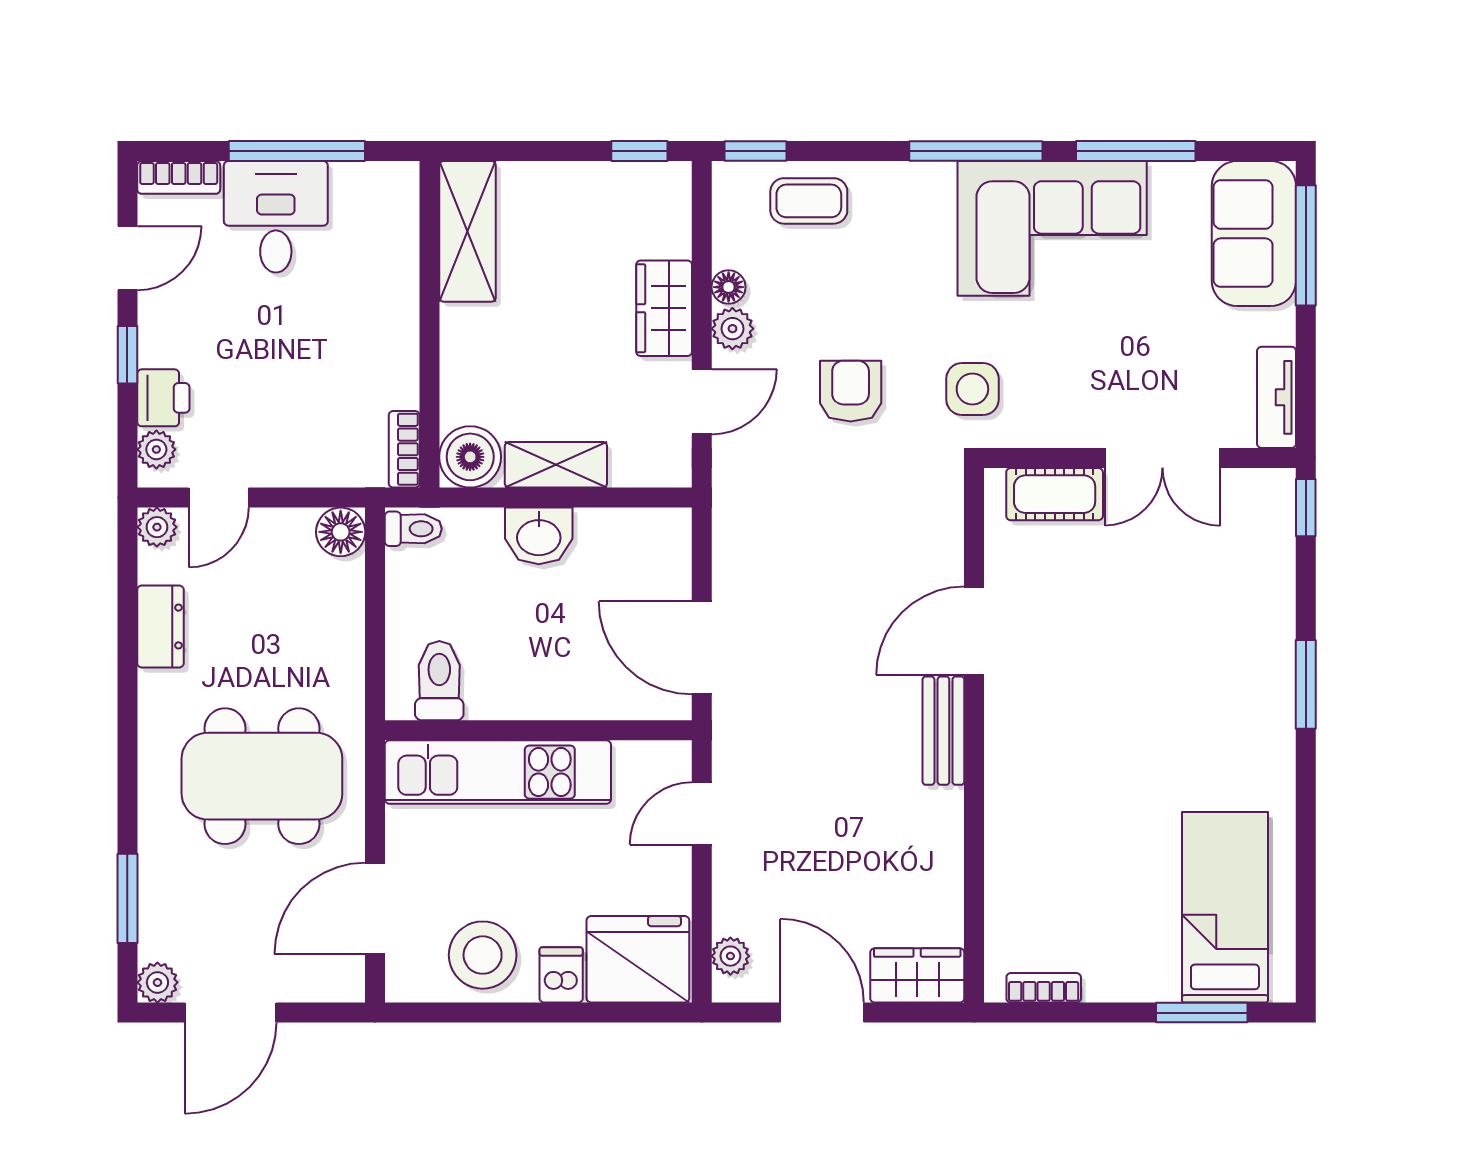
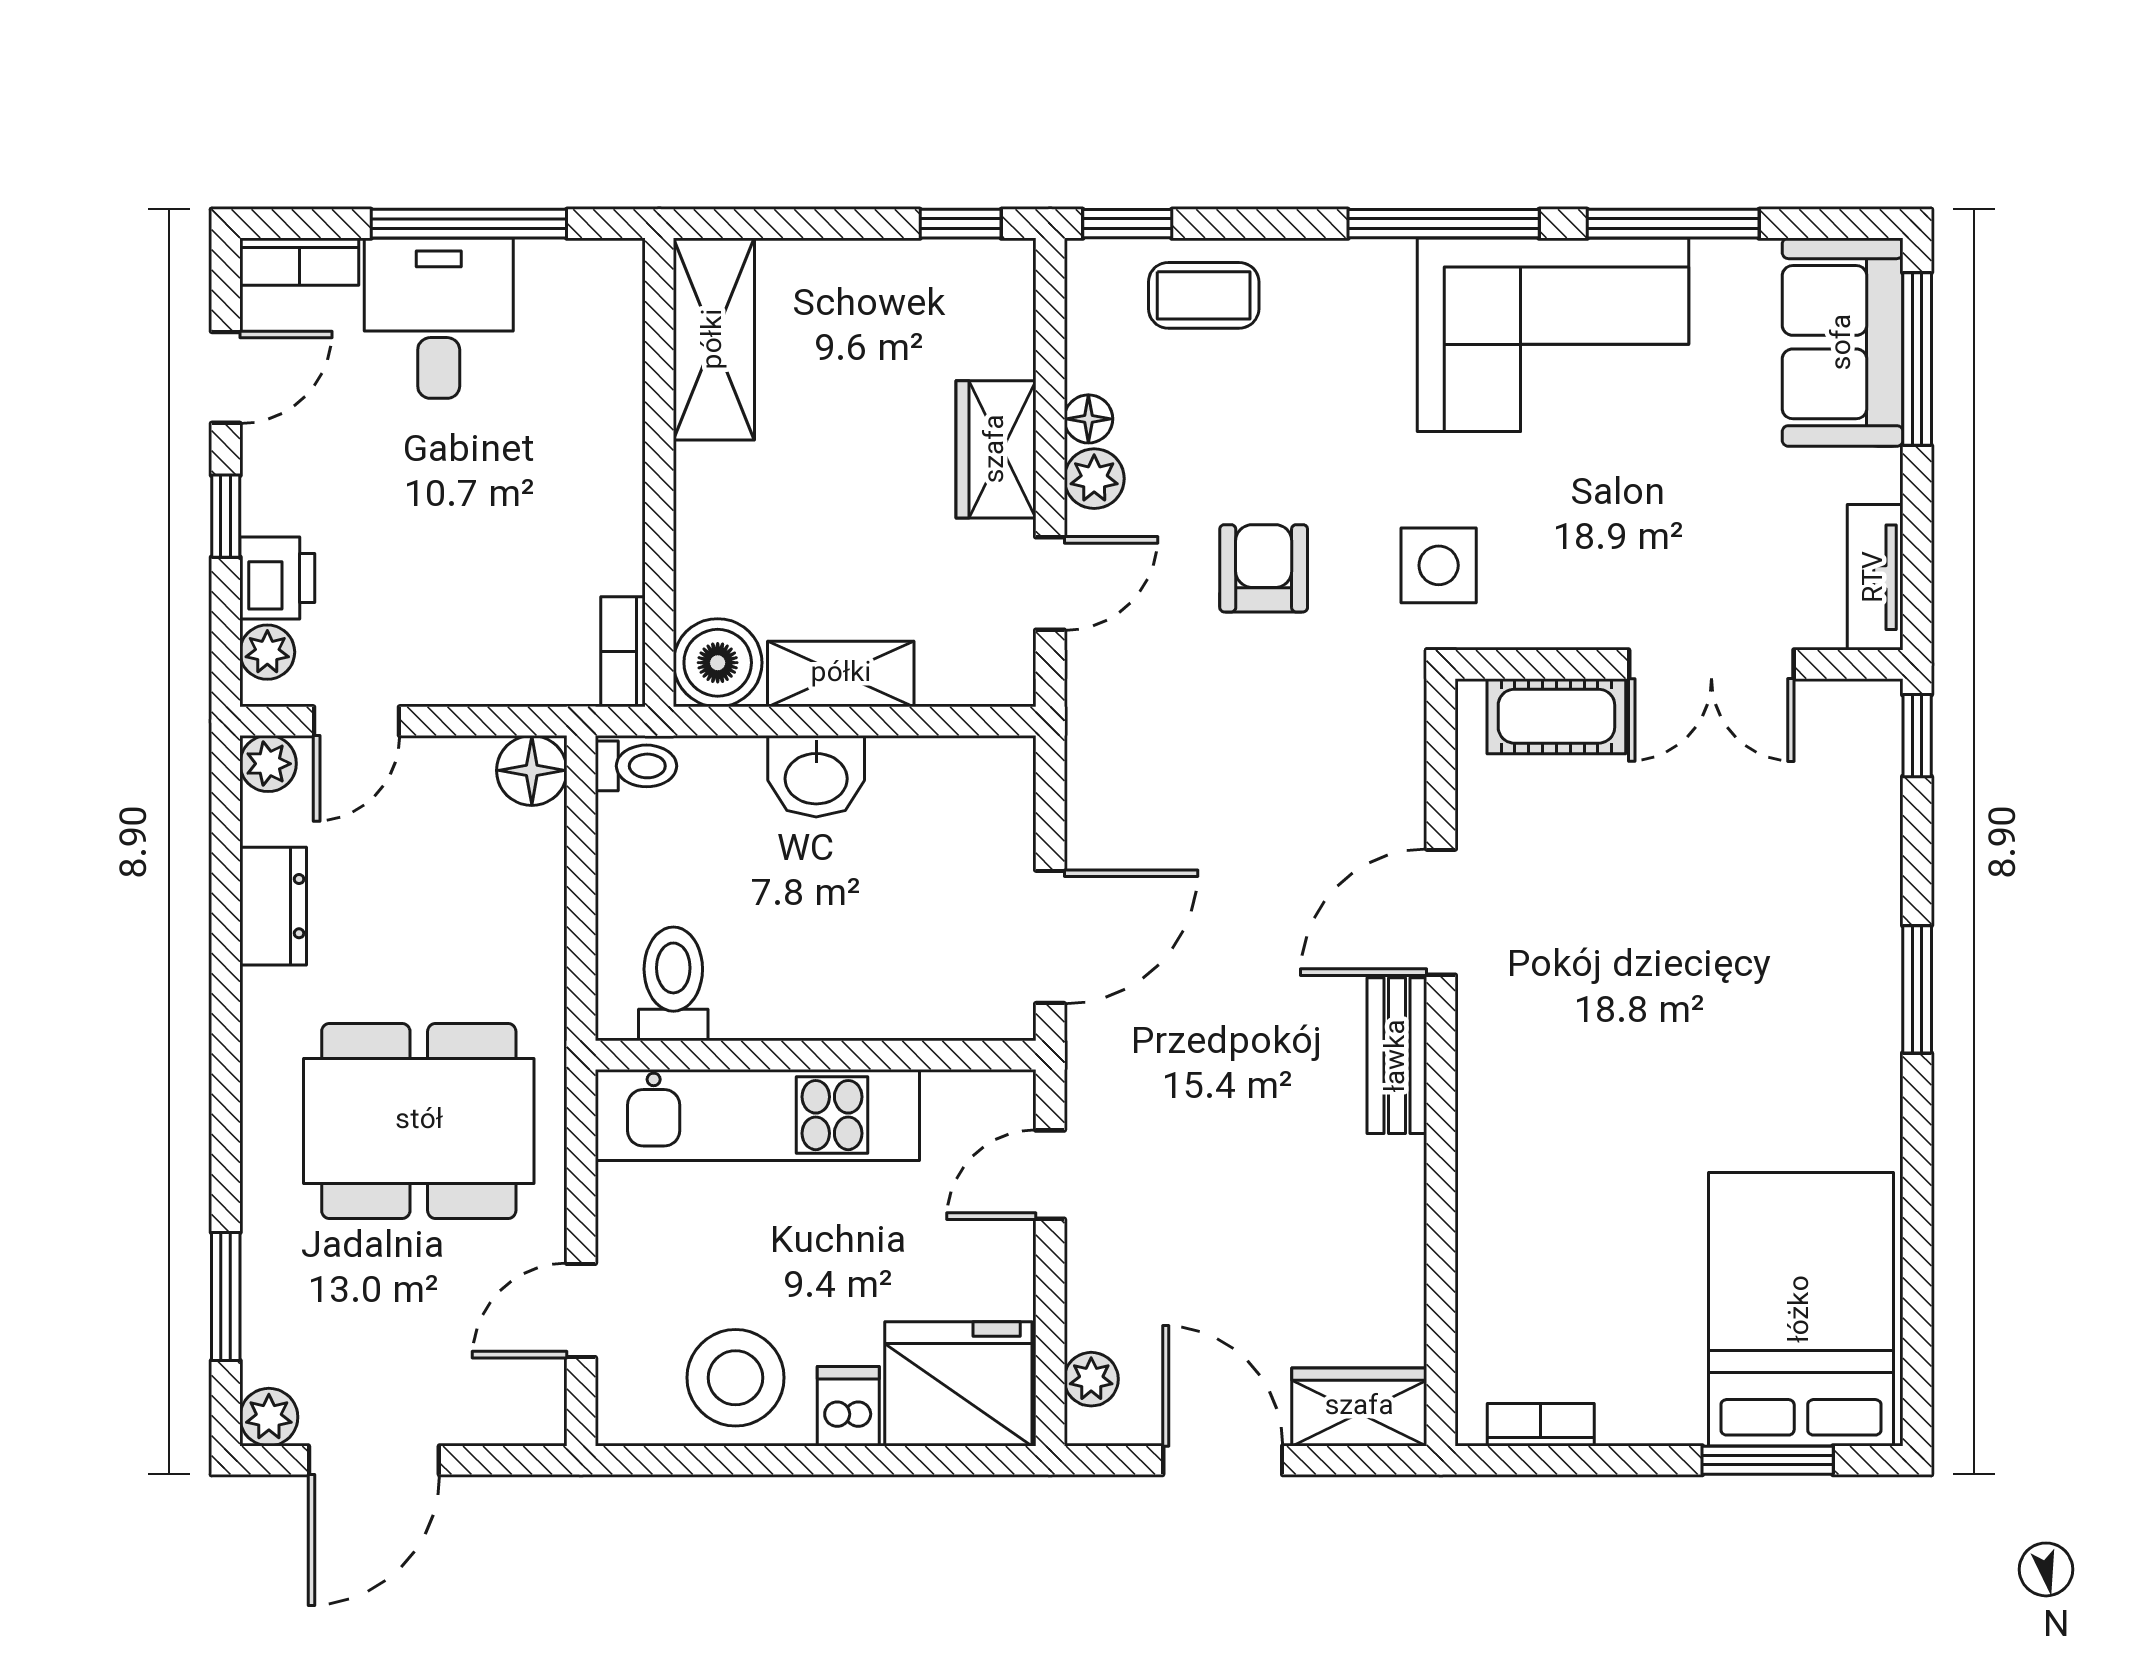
door: (702, 648) -> (1050, 937), swing flipped
bed: (1225, 907) -> (1801, 1309), width x1.50
door: (375, 908) -> (581, 1311), width x0.73

